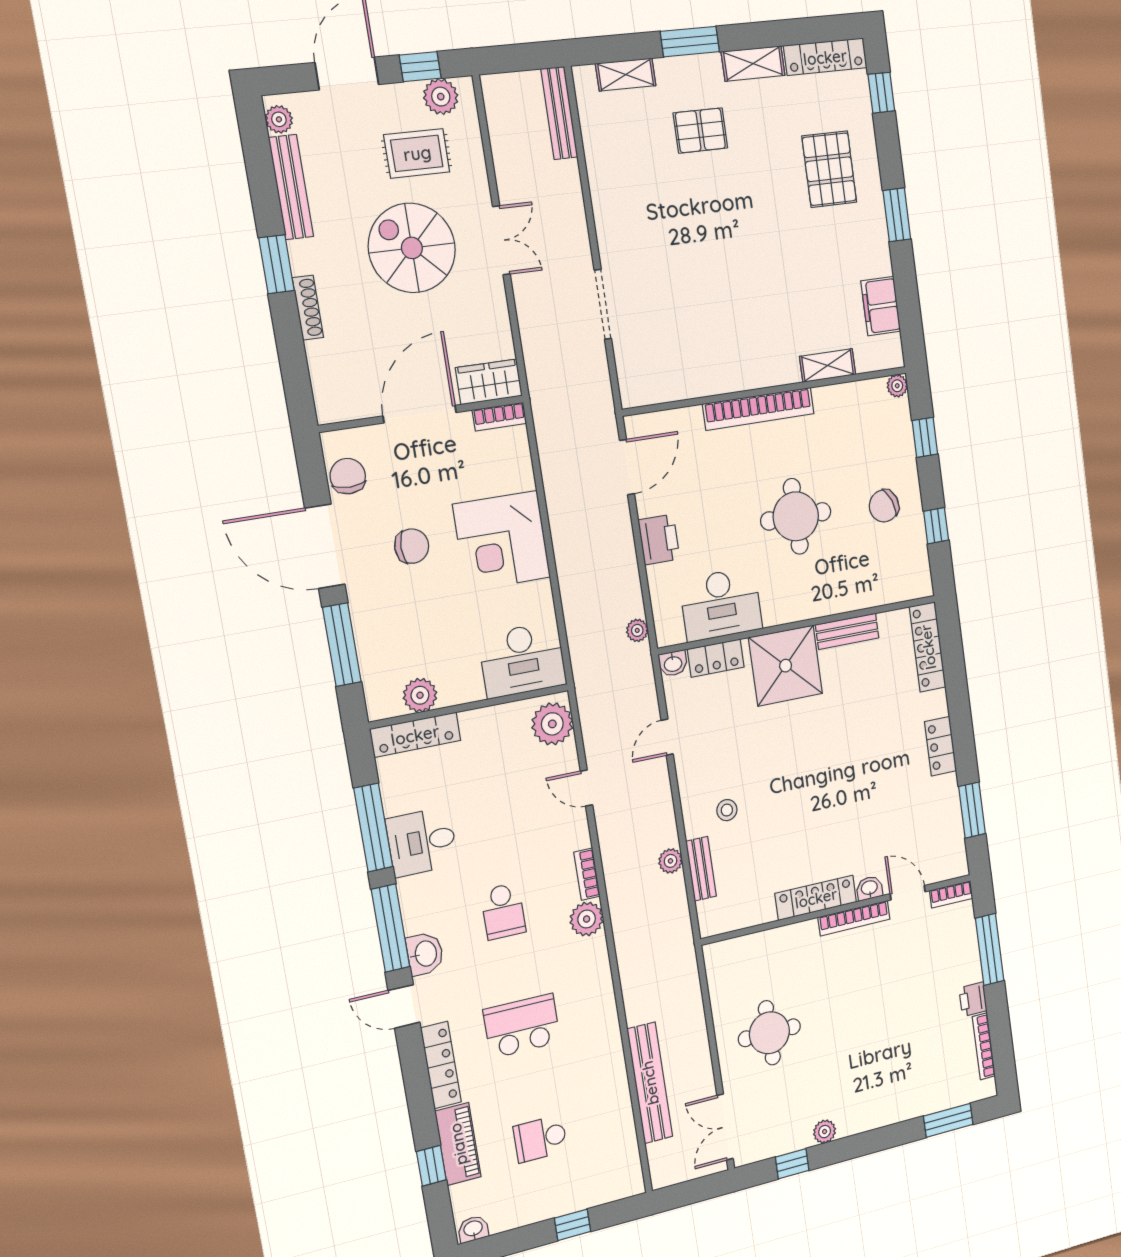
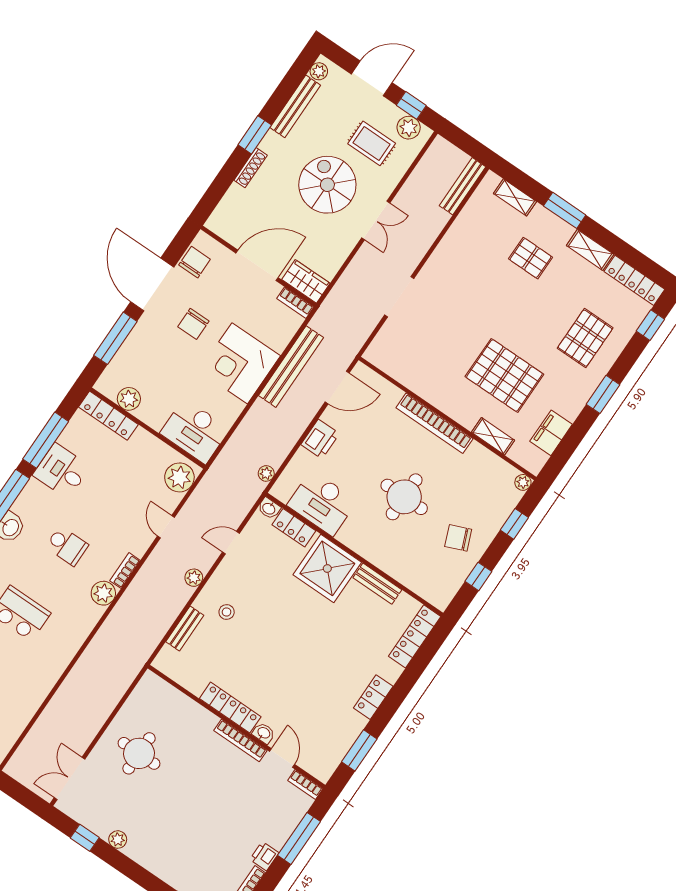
pallet: (784, 288) -> (504, 375), added
chair: (412, 546) -> (193, 324), turned 90
plant: (670, 861) -> (194, 578), moved
school desk: (503, 911) -> (67, 546), turned -90
bench: (650, 1083) -> (291, 367), moved

